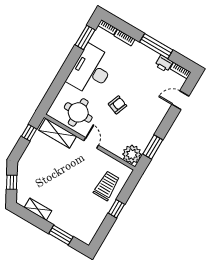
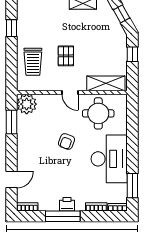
printer: (164, 64) -> (67, 204), moved
window: (29, 133) -> (132, 54), moved
pallet: (77, 175) -> (66, 56), added
window: (116, 209) -> (12, 28), moved

